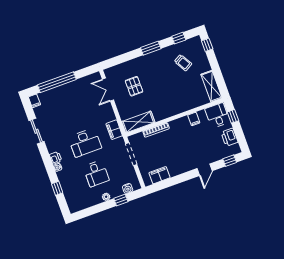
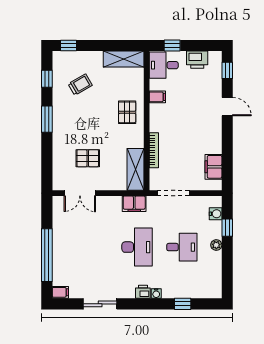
pallet: (176, 102) -> (127, 112), added

